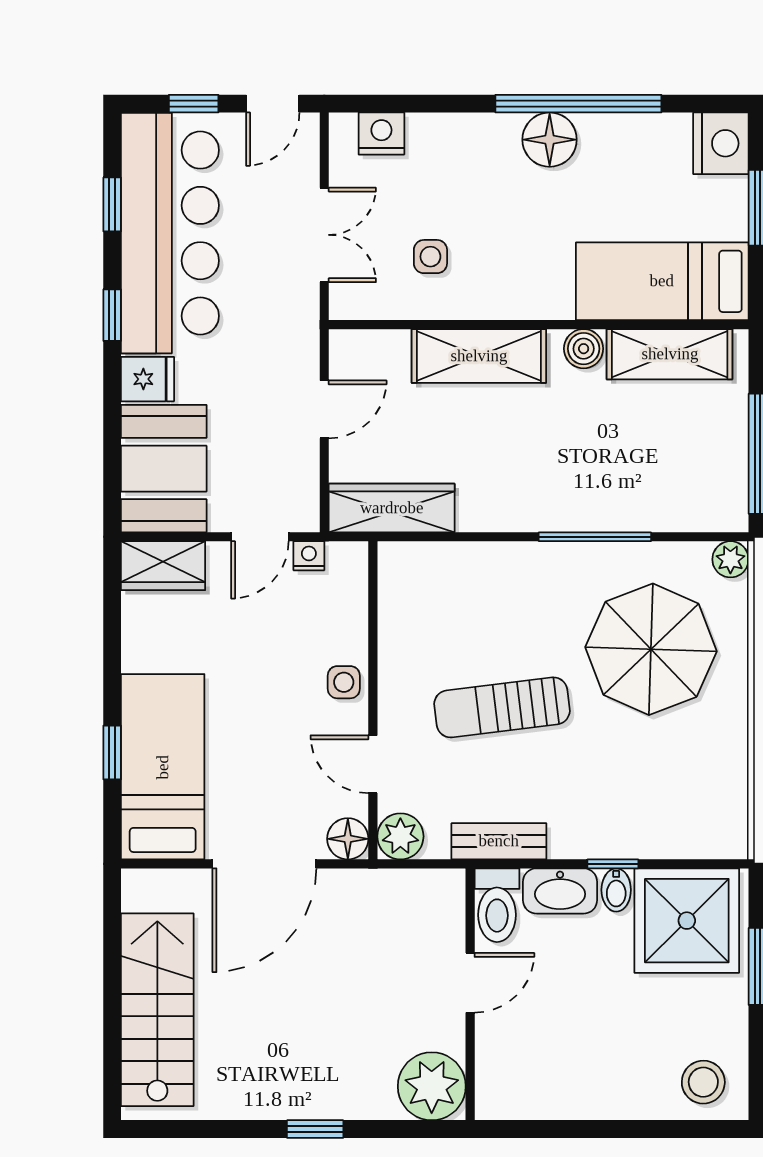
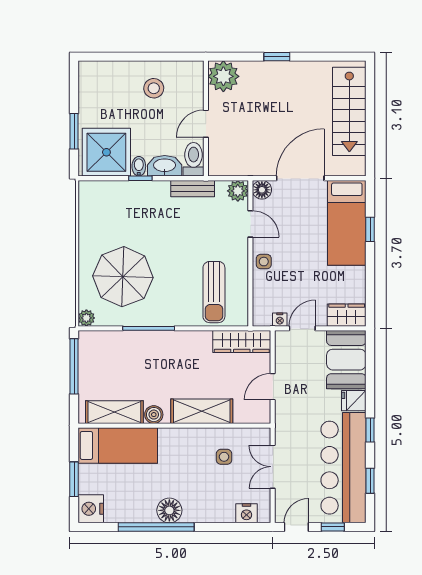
sun lounger: (502, 707) -> (214, 292), moved, turned 97
stool: (703, 1082) -> (154, 88), moved

